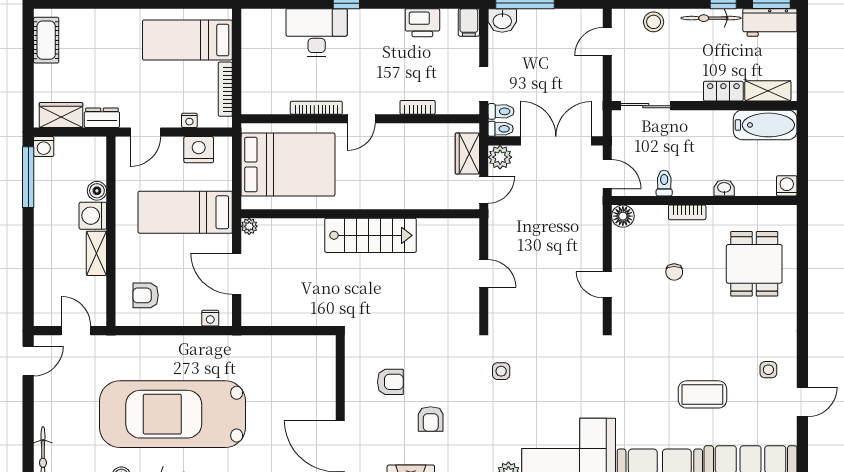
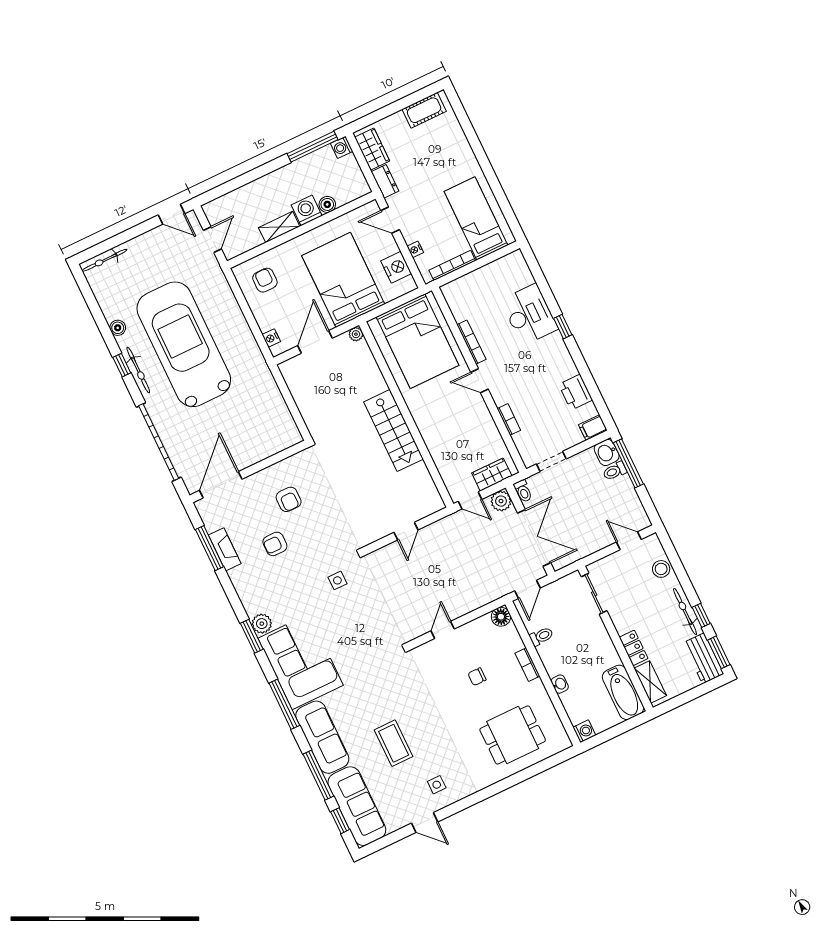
toilet: (501, 111) -> (615, 471), moved, turned 90
bed: (185, 212) -> (343, 280), width x1.50

